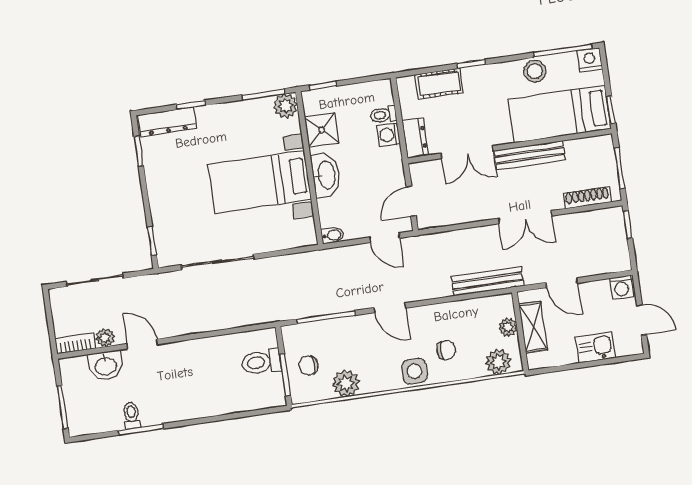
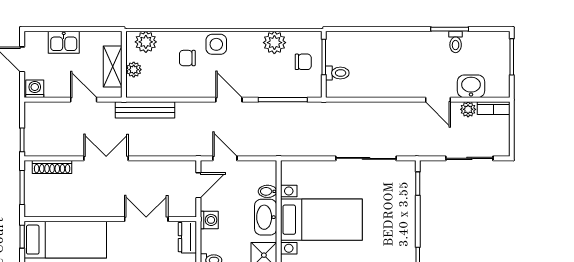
washing machine: (388, 135) -> (209, 220), moved
bench: (530, 155) -> (95, 209), removed
bidet: (333, 235) -> (268, 191), moved
toilet: (261, 362) -> (337, 73), width x0.73, depth x0.72

